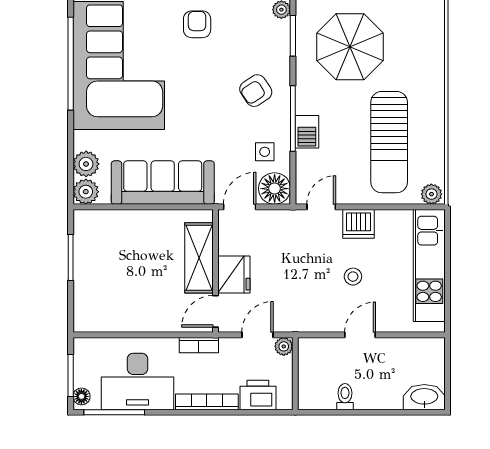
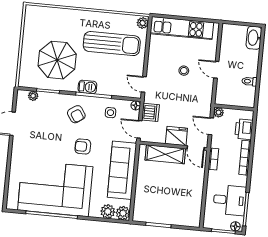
armchair: (197, 24) -> (83, 146), moved
barbecue: (307, 132) -> (87, 87), moved
floor lamp: (275, 189) -> (136, 105), width x0.53, depth x0.53
dishwasher: (358, 224) -> (150, 112), moved
desk: (138, 381) -> (230, 200), width x0.73

